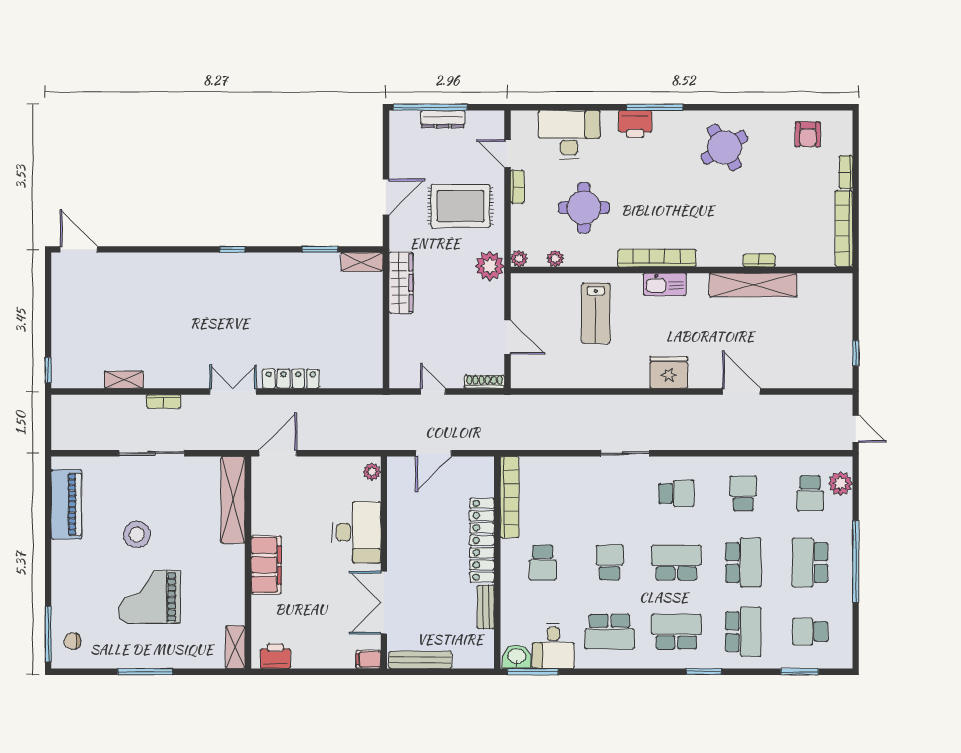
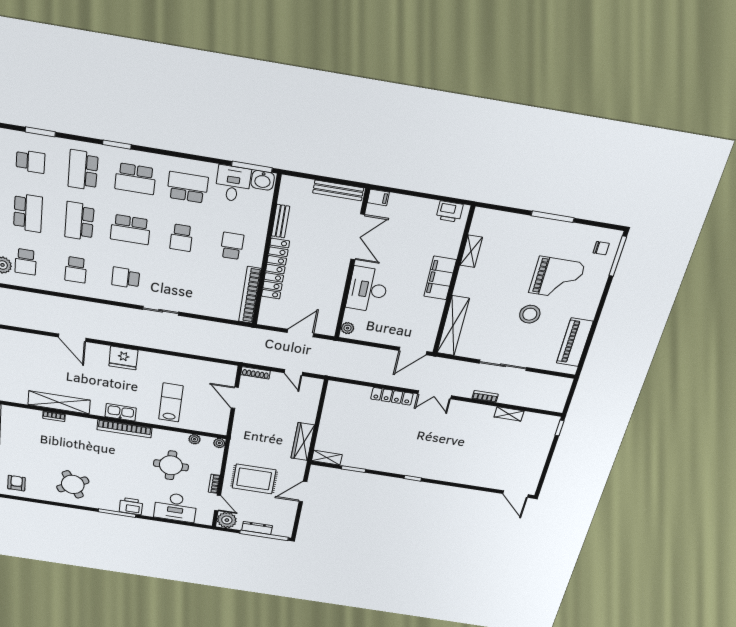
plant: (490, 266) -> (227, 520), moved
school desk: (810, 493) -> (26, 262), turned 180
grand piano: (149, 597) -> (557, 278), moved
shelving: (235, 647) -> (471, 251), moved

